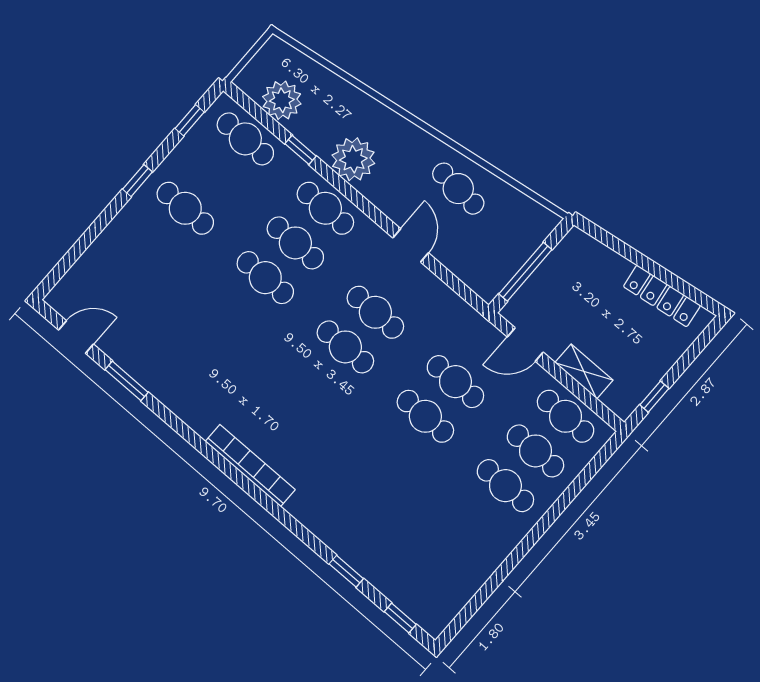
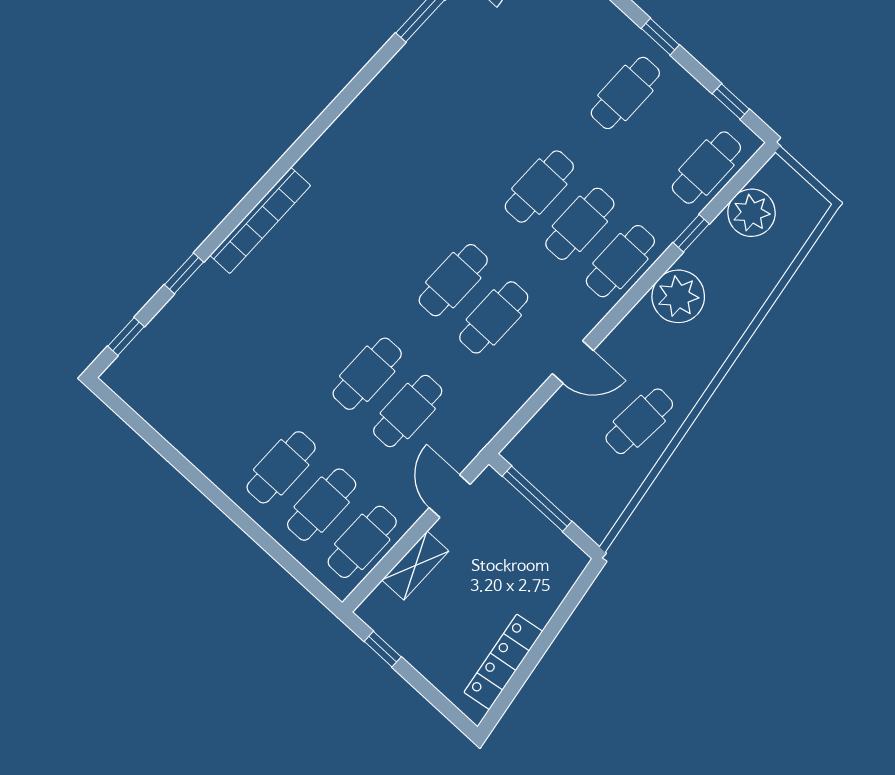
bookcase: (250, 466) -> (260, 220), moved

